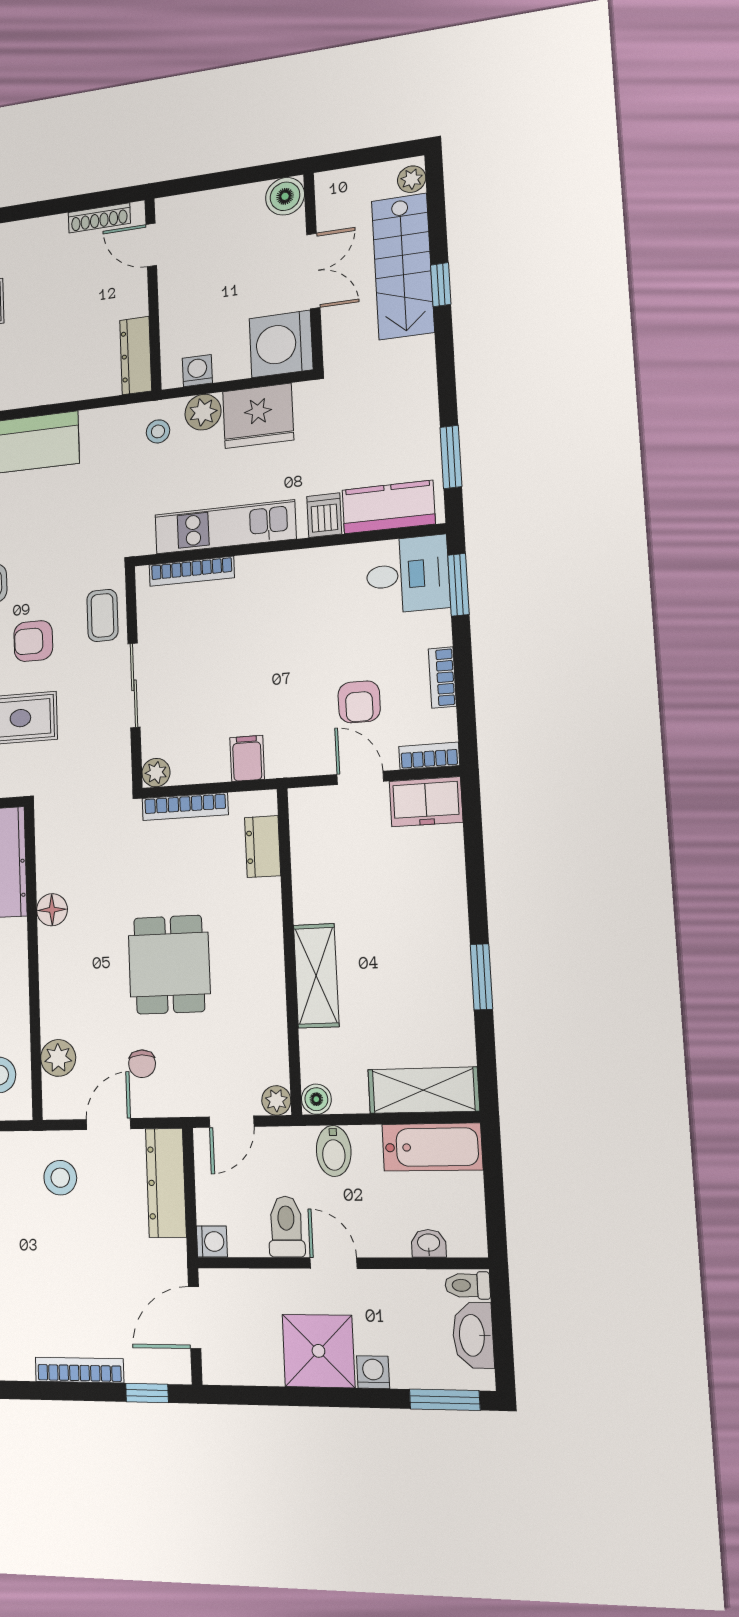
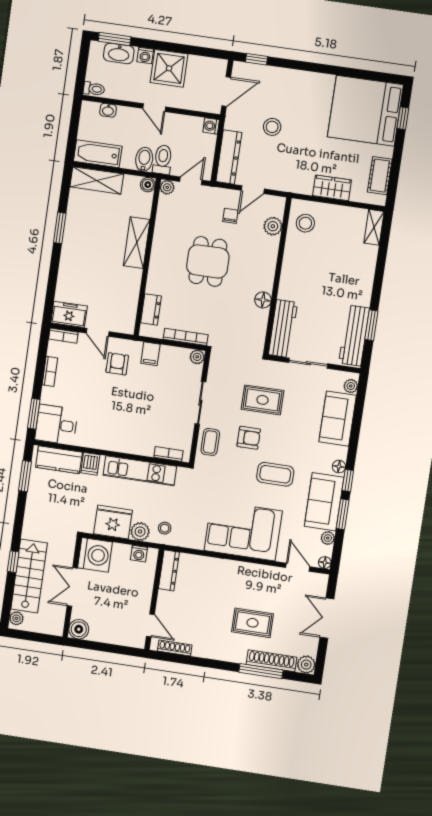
bookcase: (192, 571) -> (168, 454), width x0.64
armchair: (359, 702) -> (117, 364), moved
stool: (60, 1178) -> (272, 127), moved
toilet: (286, 1227) -> (163, 160), moved, turned 180
washbasin: (473, 1335) -> (119, 53), moved, turned 90
bookcase: (79, 1370) -> (289, 74), removed

